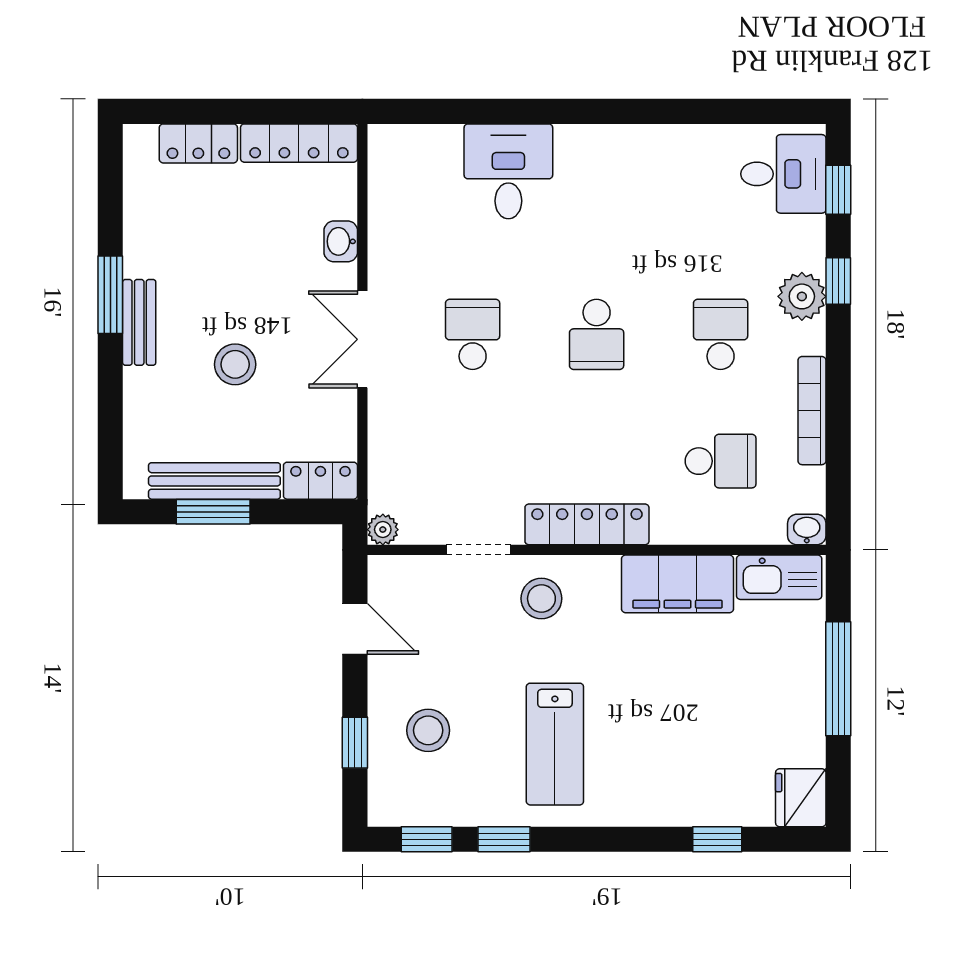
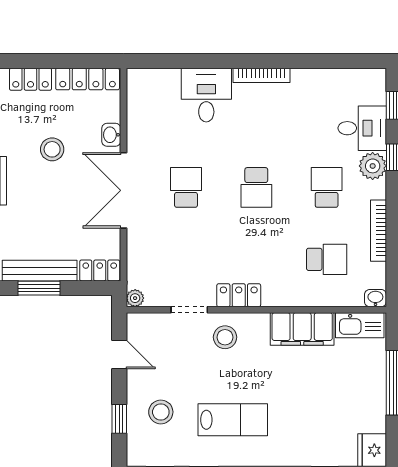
bookcase: (606, 137) -> (262, 75), added
desk: (783, 174) -> (362, 128), moved
double door: (362, 339) -> (123, 190), width x1.37
stool: (235, 364) -> (52, 149), moved
locker: (587, 524) -> (239, 295), width x0.66
lab bench: (555, 744) -> (233, 420), turned -90

